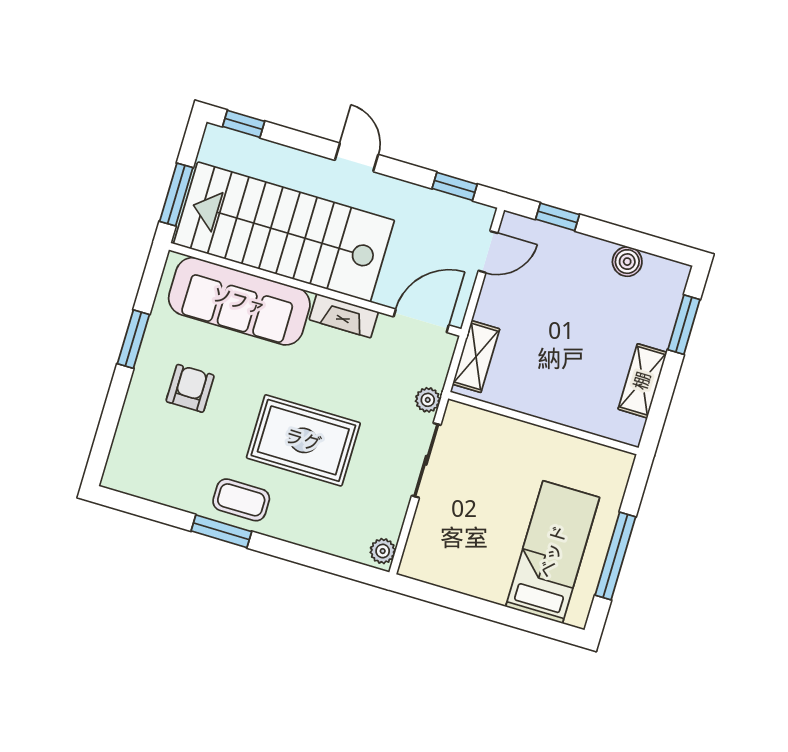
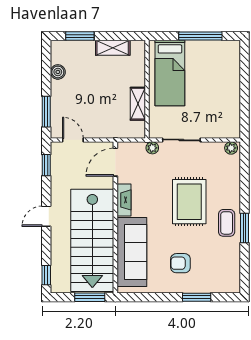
window: (557, 217) -> (46, 112), width x1.50
door: (421, 321) -> (115, 162), hinge flipped
window: (133, 339) -> (197, 297), moved
shelving: (476, 357) -> (138, 104), moved, turned 90
bed: (553, 552) -> (170, 73), moved, turned -90

